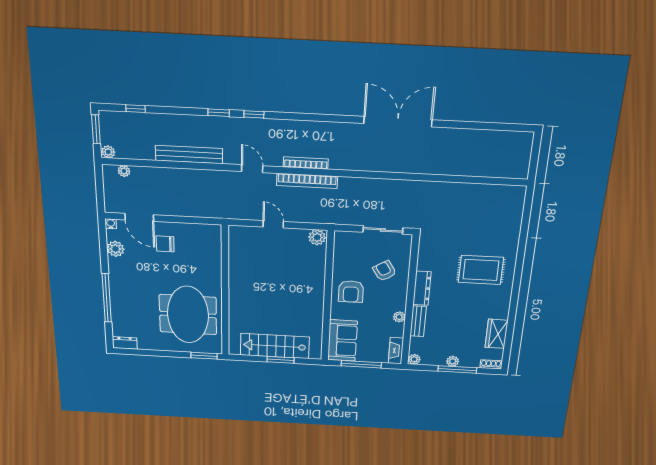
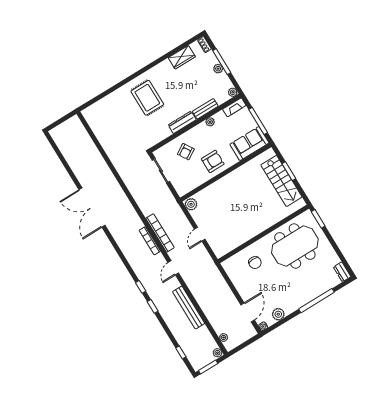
chair: (165, 244) -> (255, 263), moved

